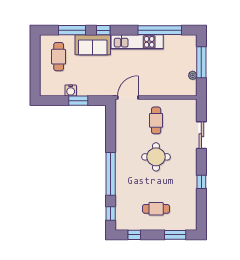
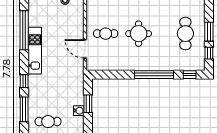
sofa: (93, 45) -> (37, 91), removed
door: (128, 97) -> (85, 49), moved
cafe table: (156, 209) -> (185, 34), width x1.37, depth x1.35
window: (175, 235) -> (209, 32), moved

